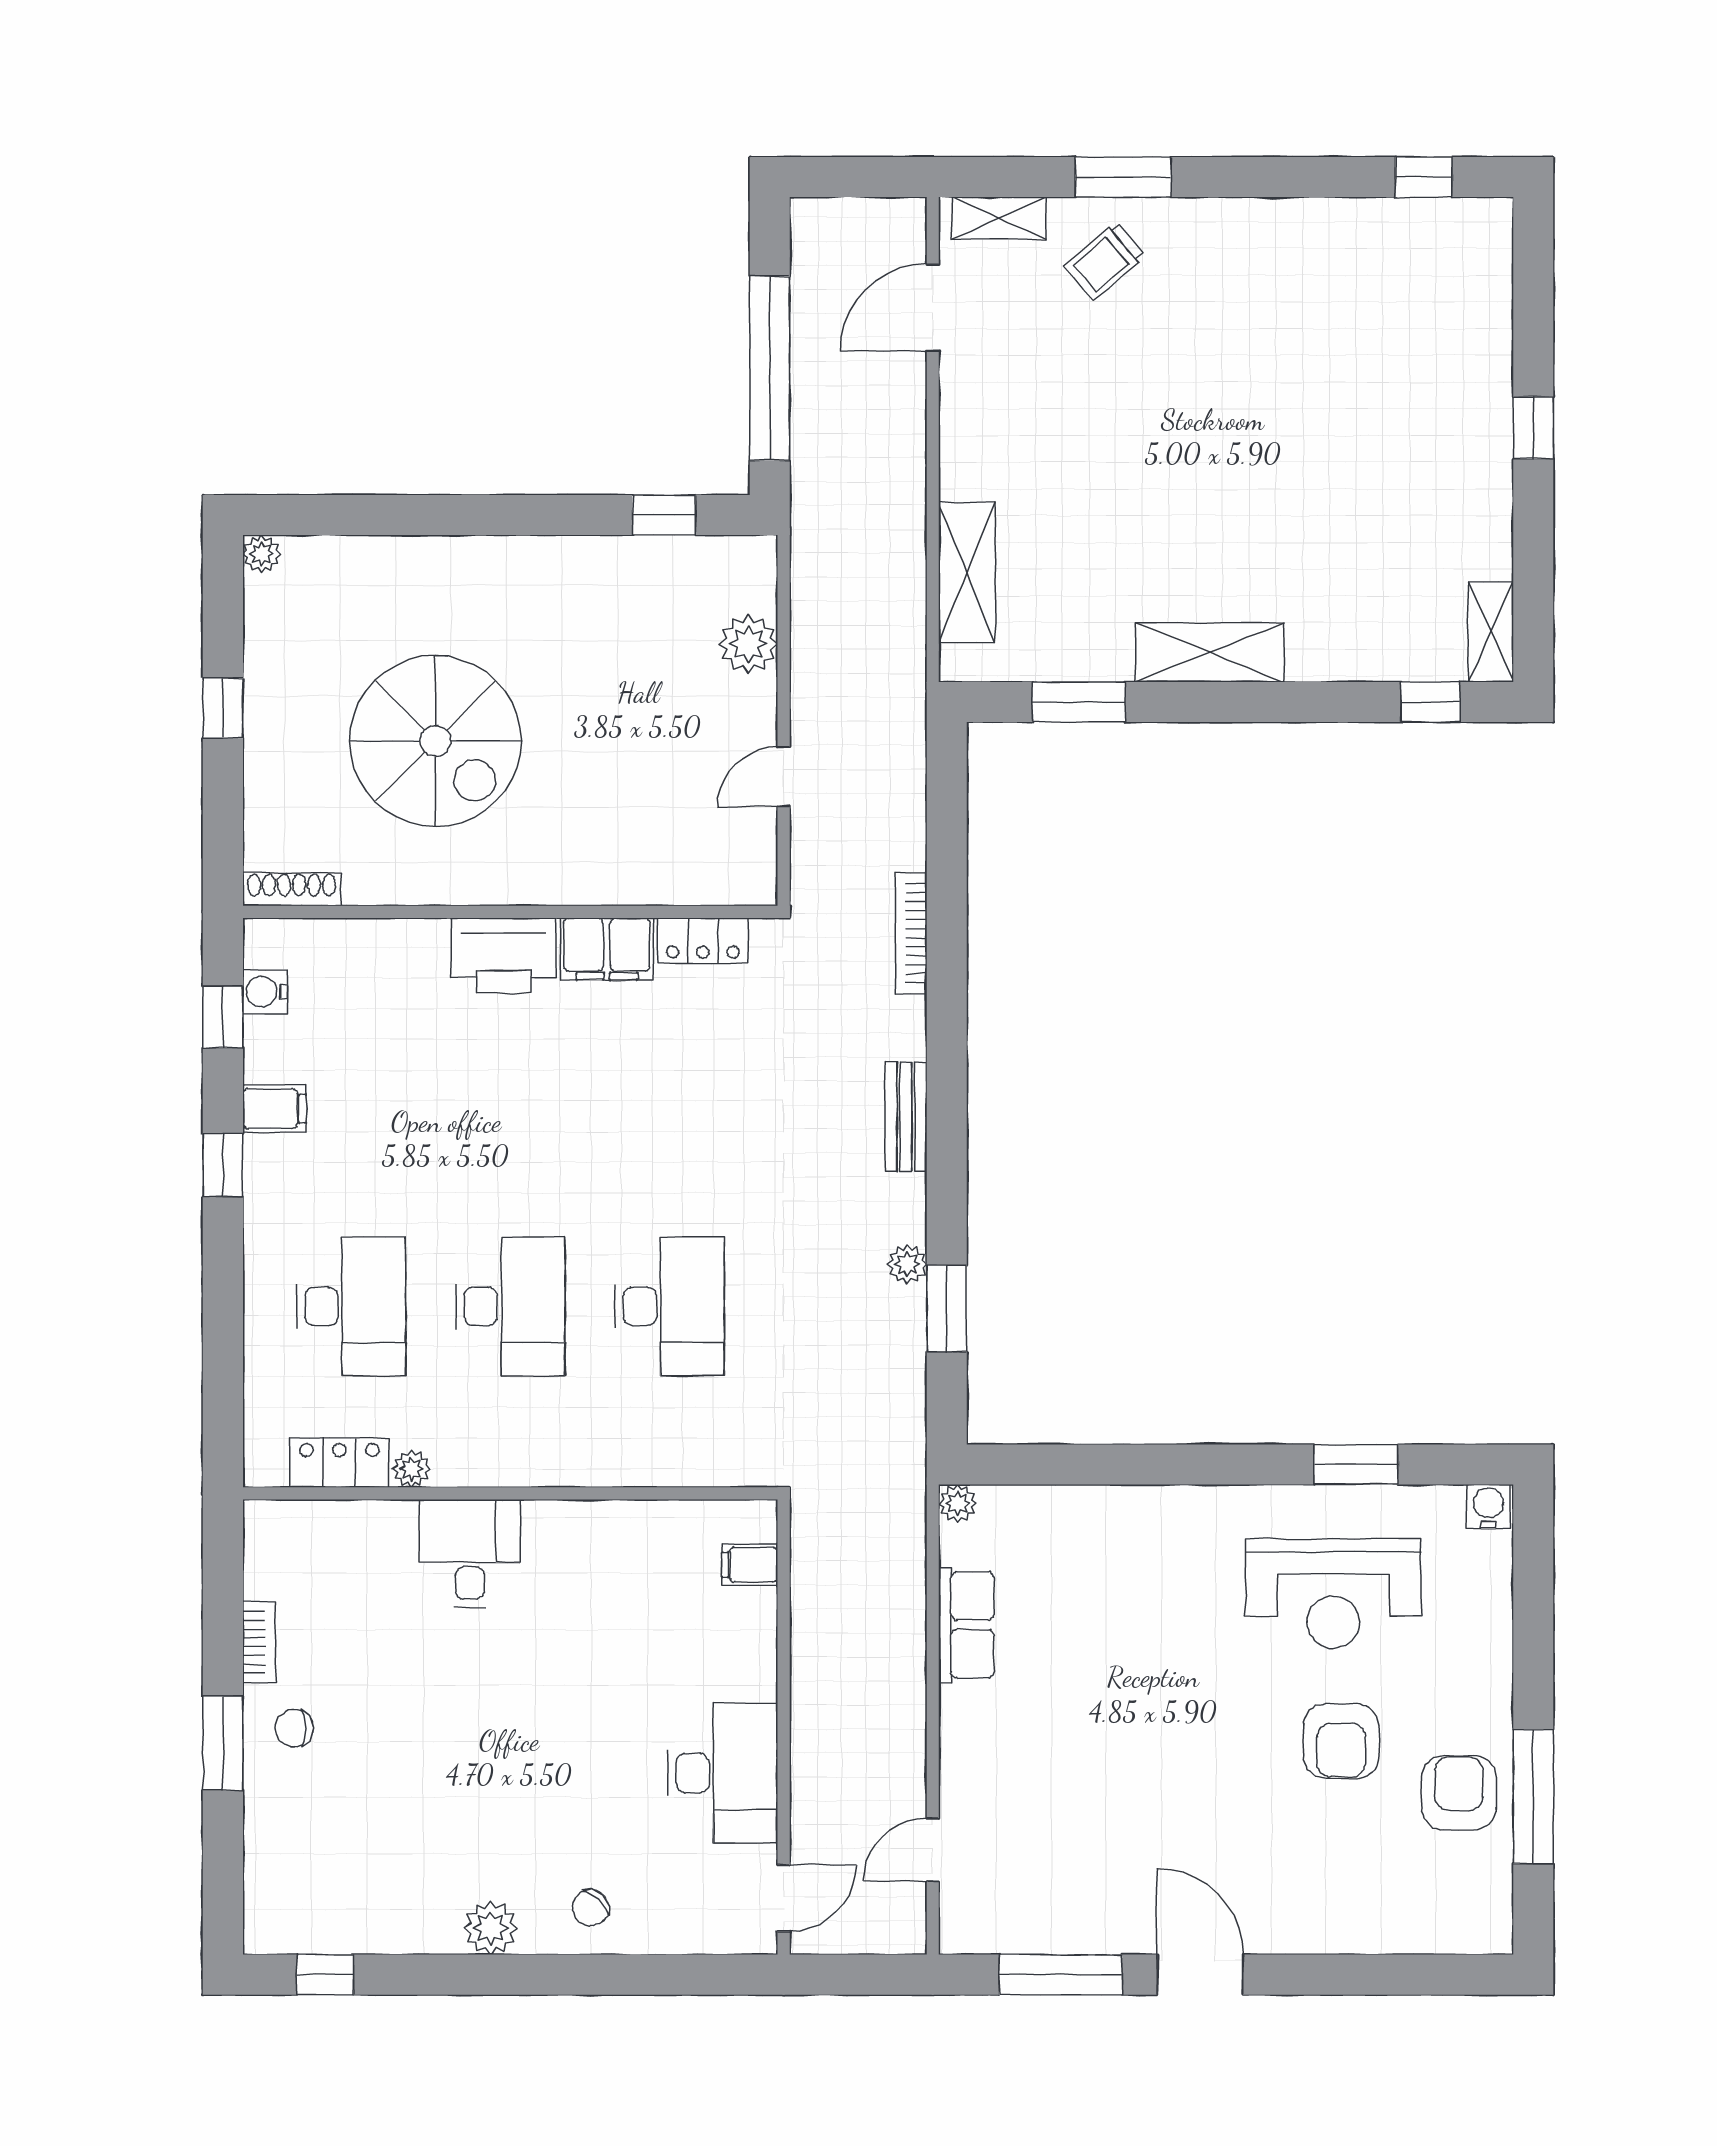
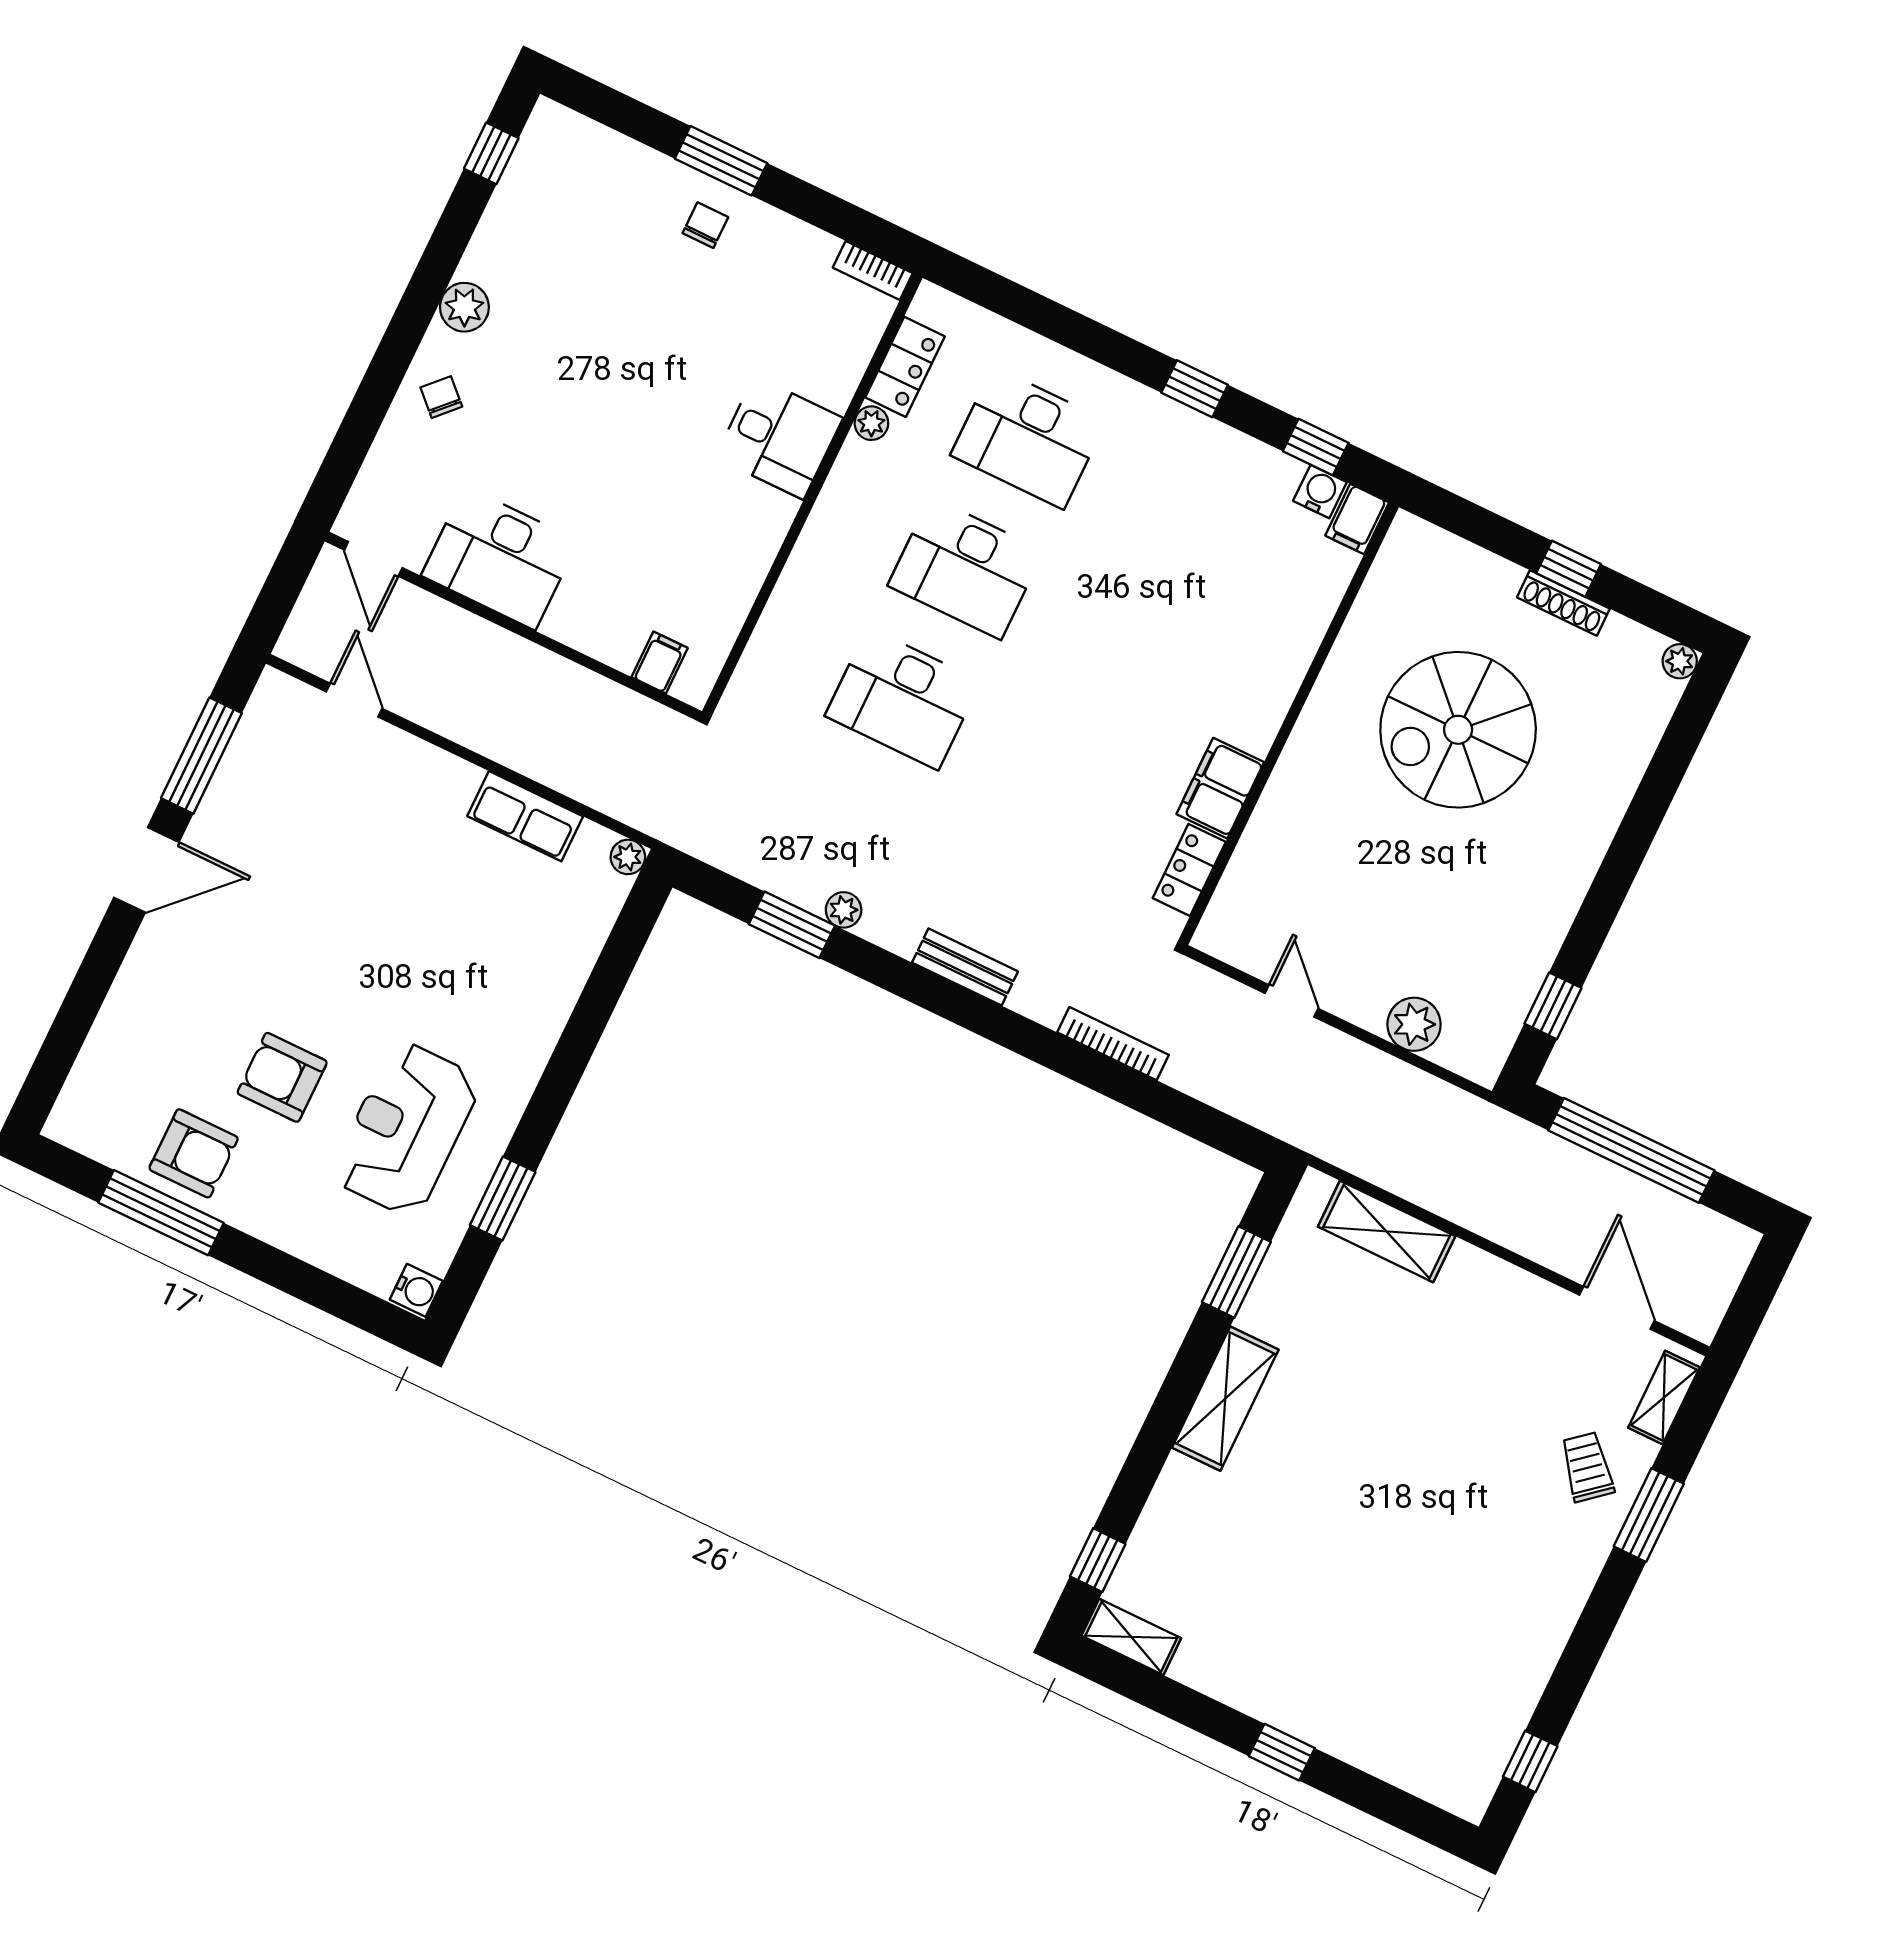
shoe rack: (292, 889) -> (1563, 603), moved, turned 90
printer: (504, 955) -> (1256, 701), removed
filing cabinet: (275, 1109) -> (1357, 519), moved
bookcase: (259, 1642) -> (873, 270), moved

